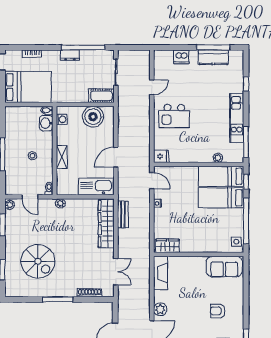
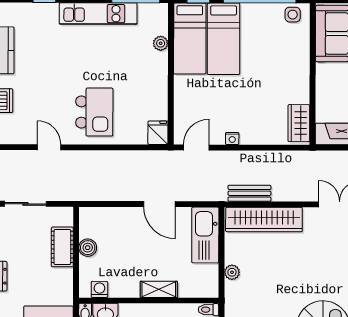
cot: (101, 96) -> (62, 247), moved
boiler: (93, 117) -> (88, 248), width x0.54, depth x0.54
plant: (60, 203) -> (232, 272), moved

